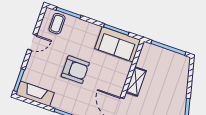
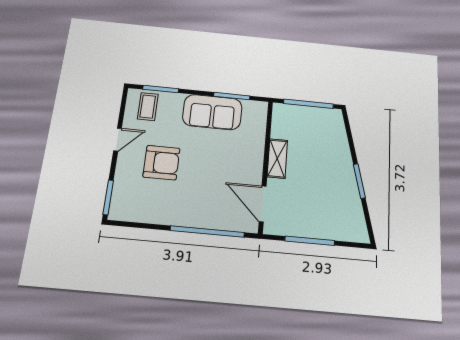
sofa: (118, 44) -> (212, 112), moved
armchair: (75, 70) -> (161, 163), moved
fireplace: (35, 94) -> (136, 211), removed

